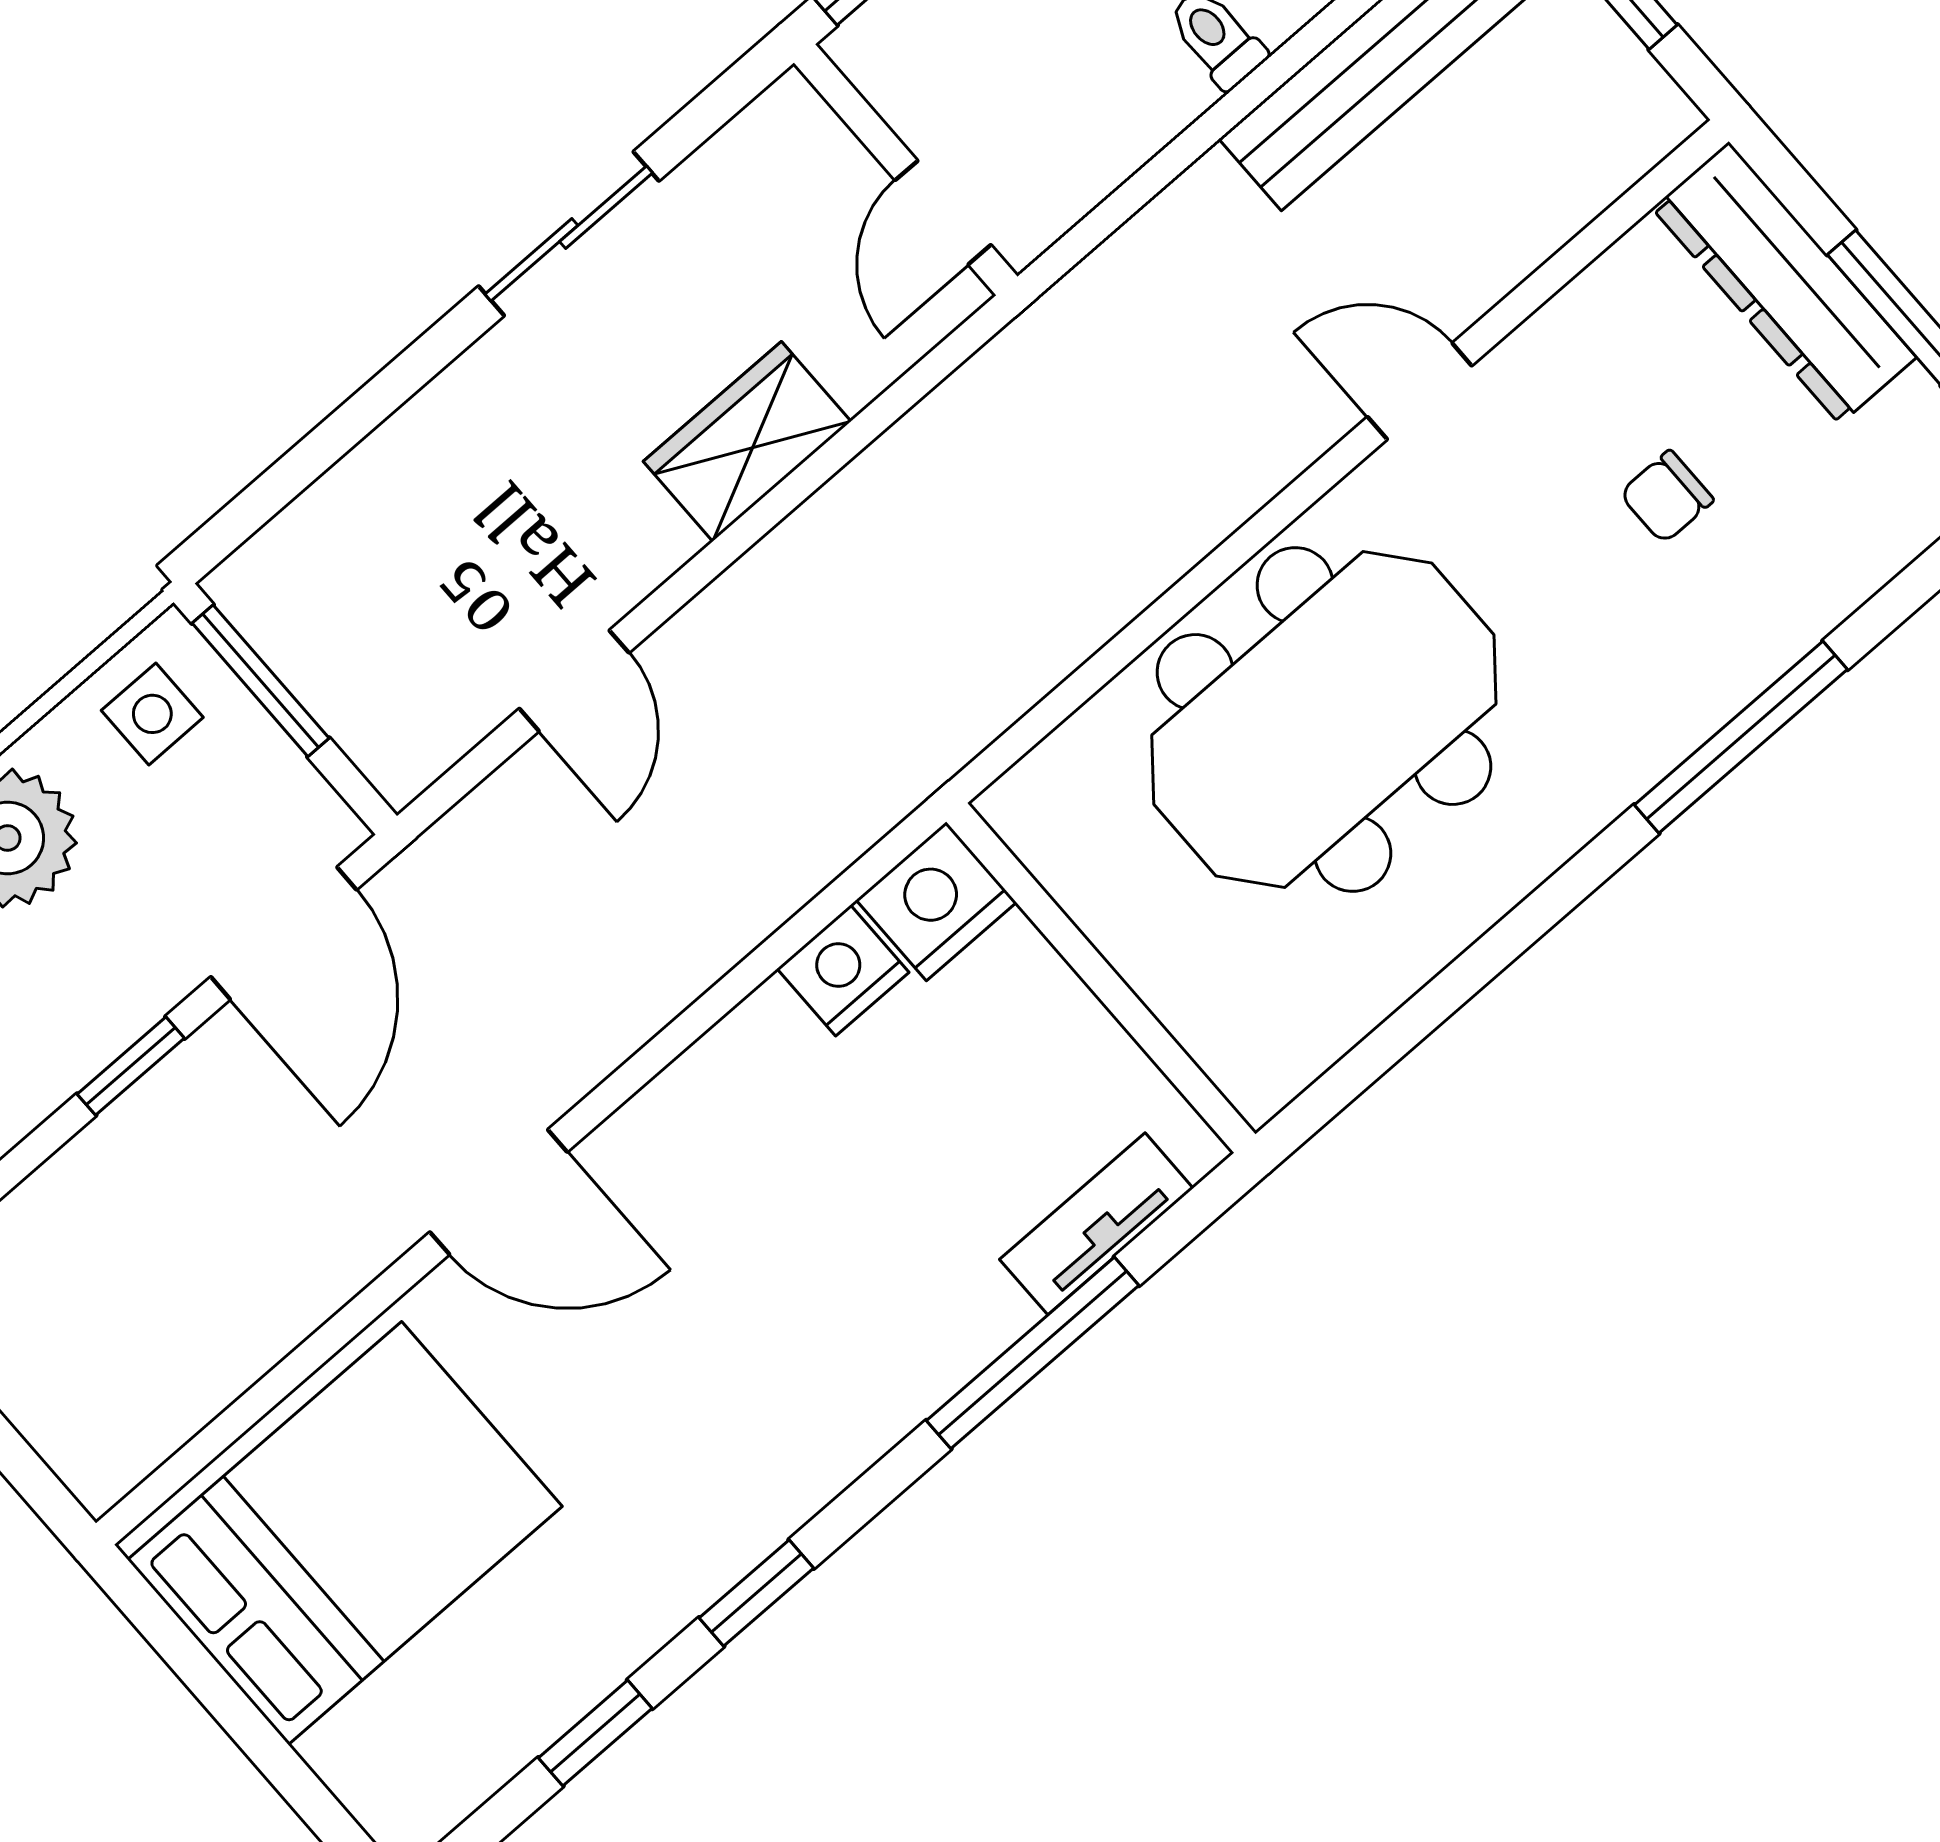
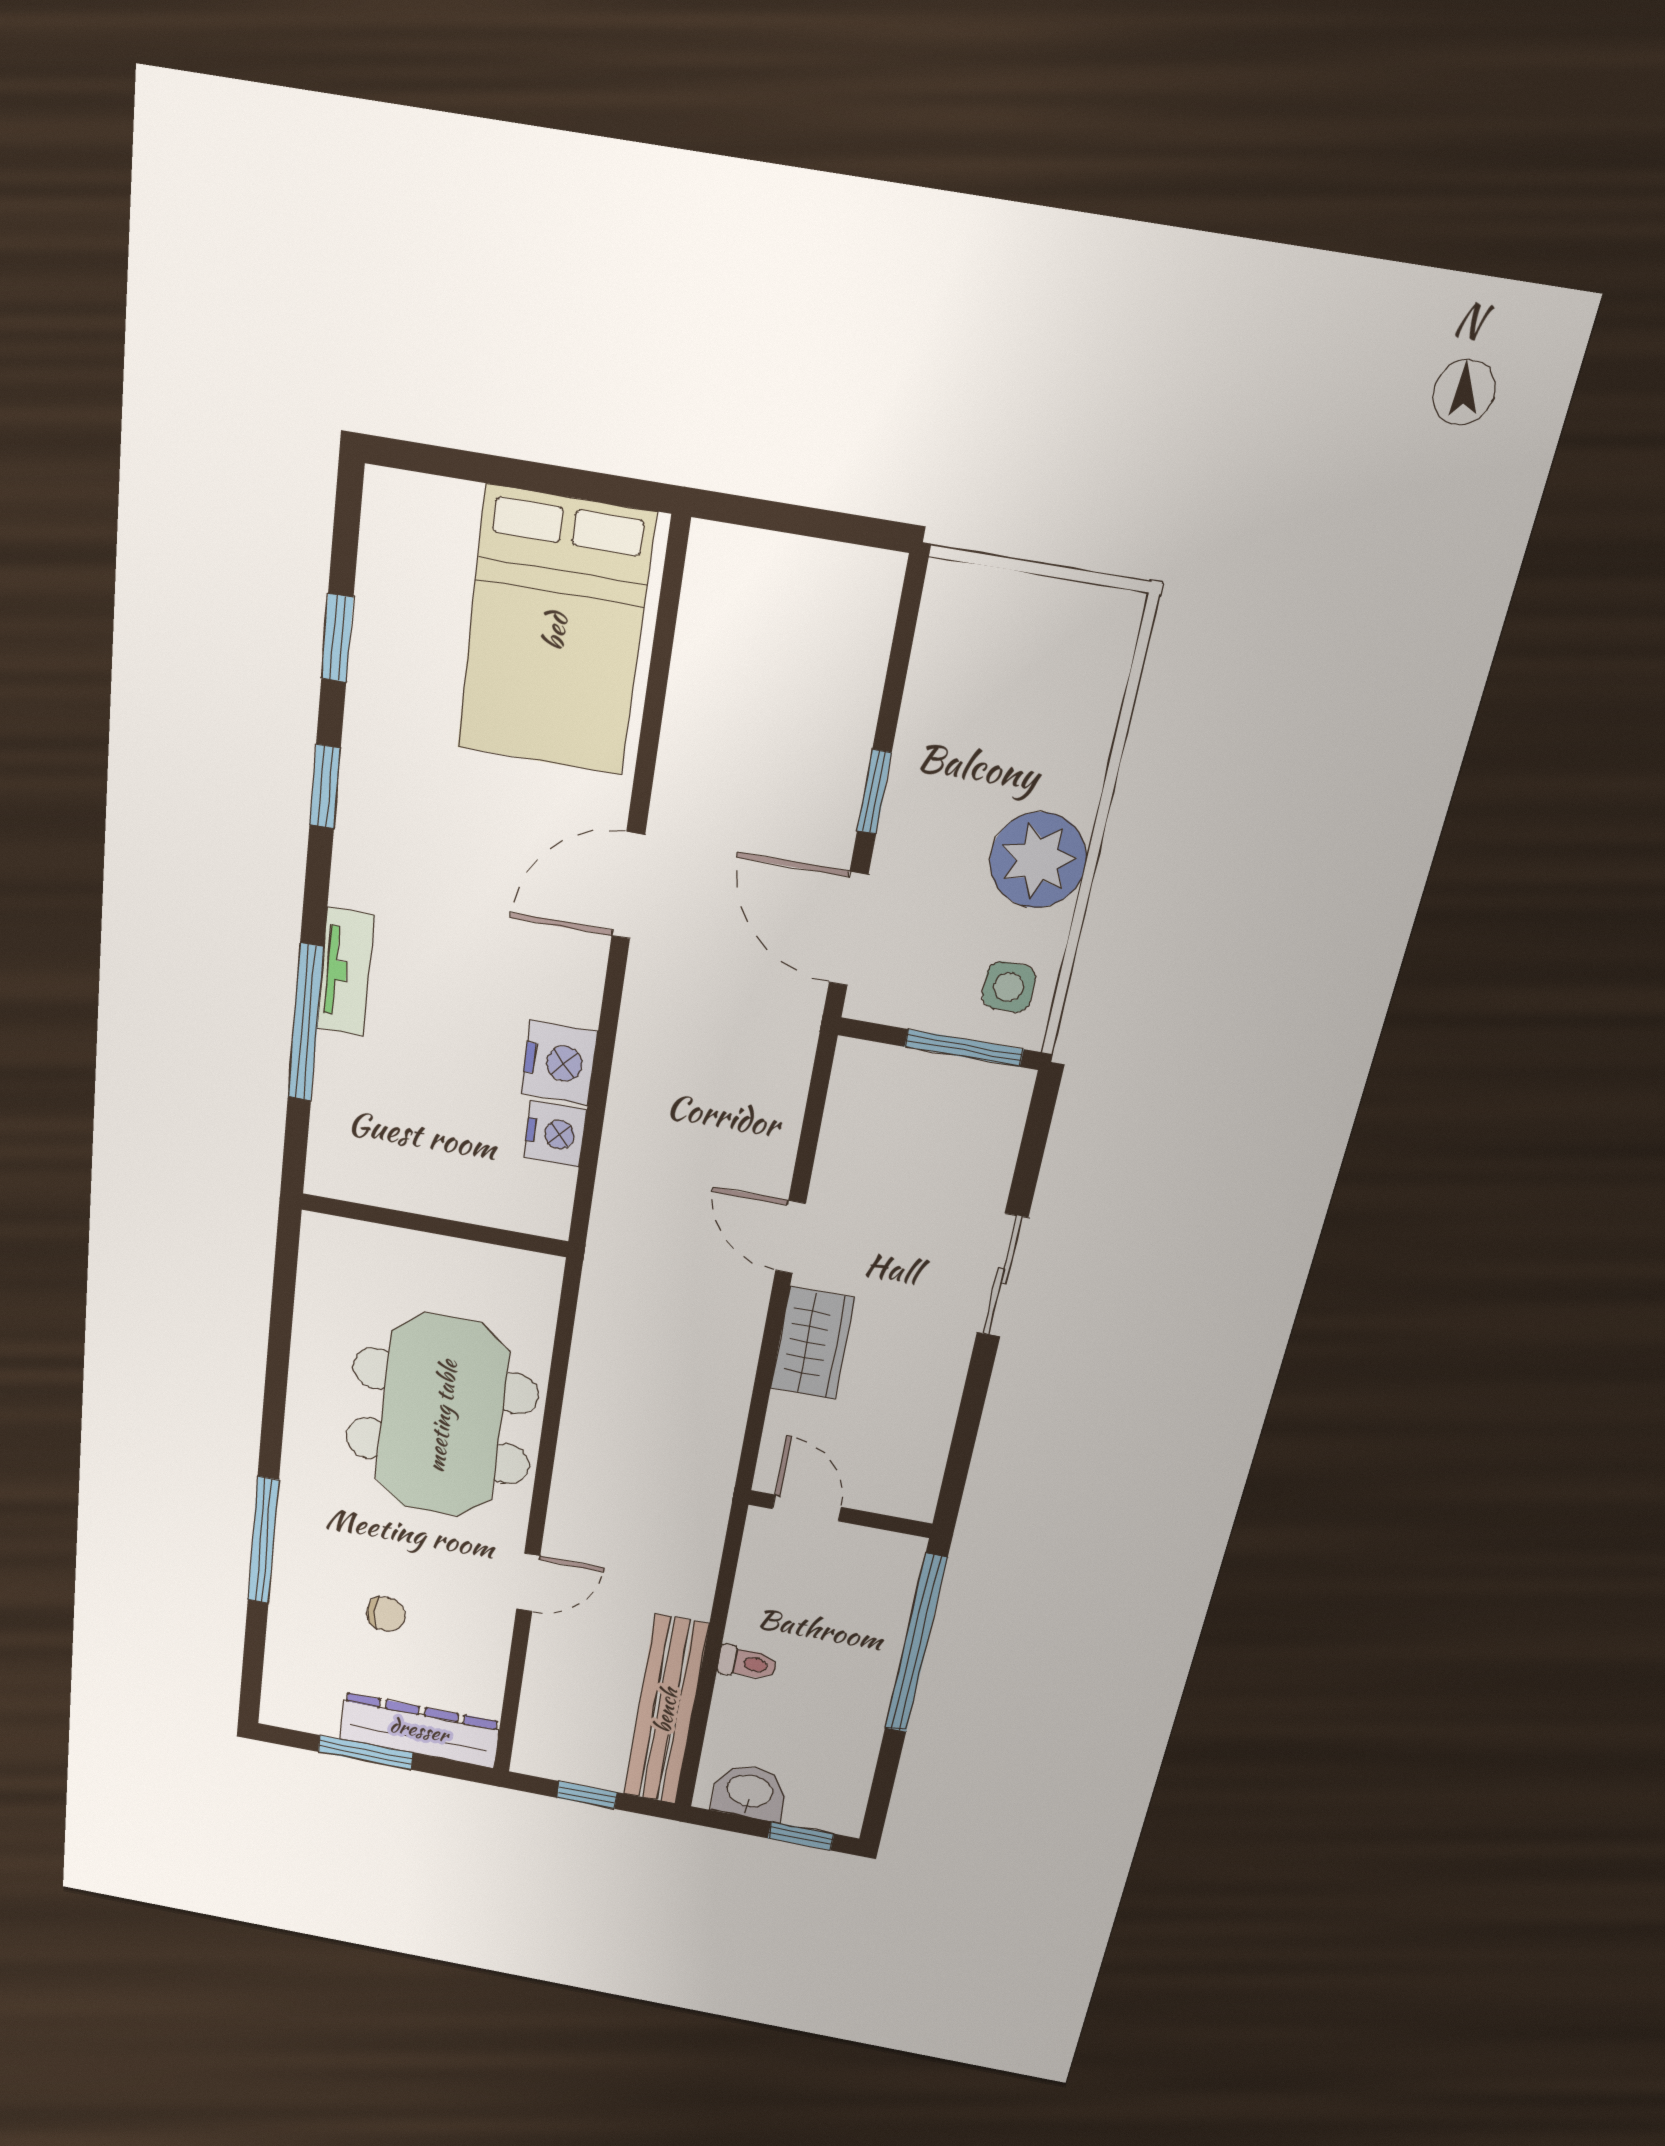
sliding door: (569, 234) -> (1002, 1276), moved
chair: (1667, 497) -> (386, 1614), turned 90
door: (574, 681) -> (790, 1237), moved
nightstand: (936, 901) -> (559, 1063), moved
tv unit: (1096, 1224) -> (345, 972), moved

